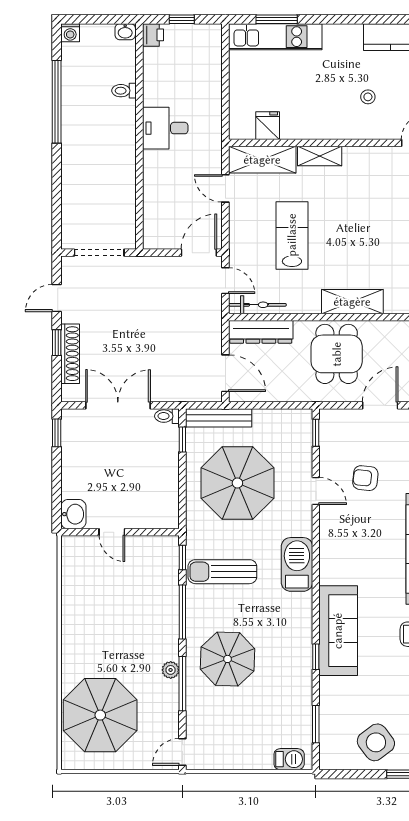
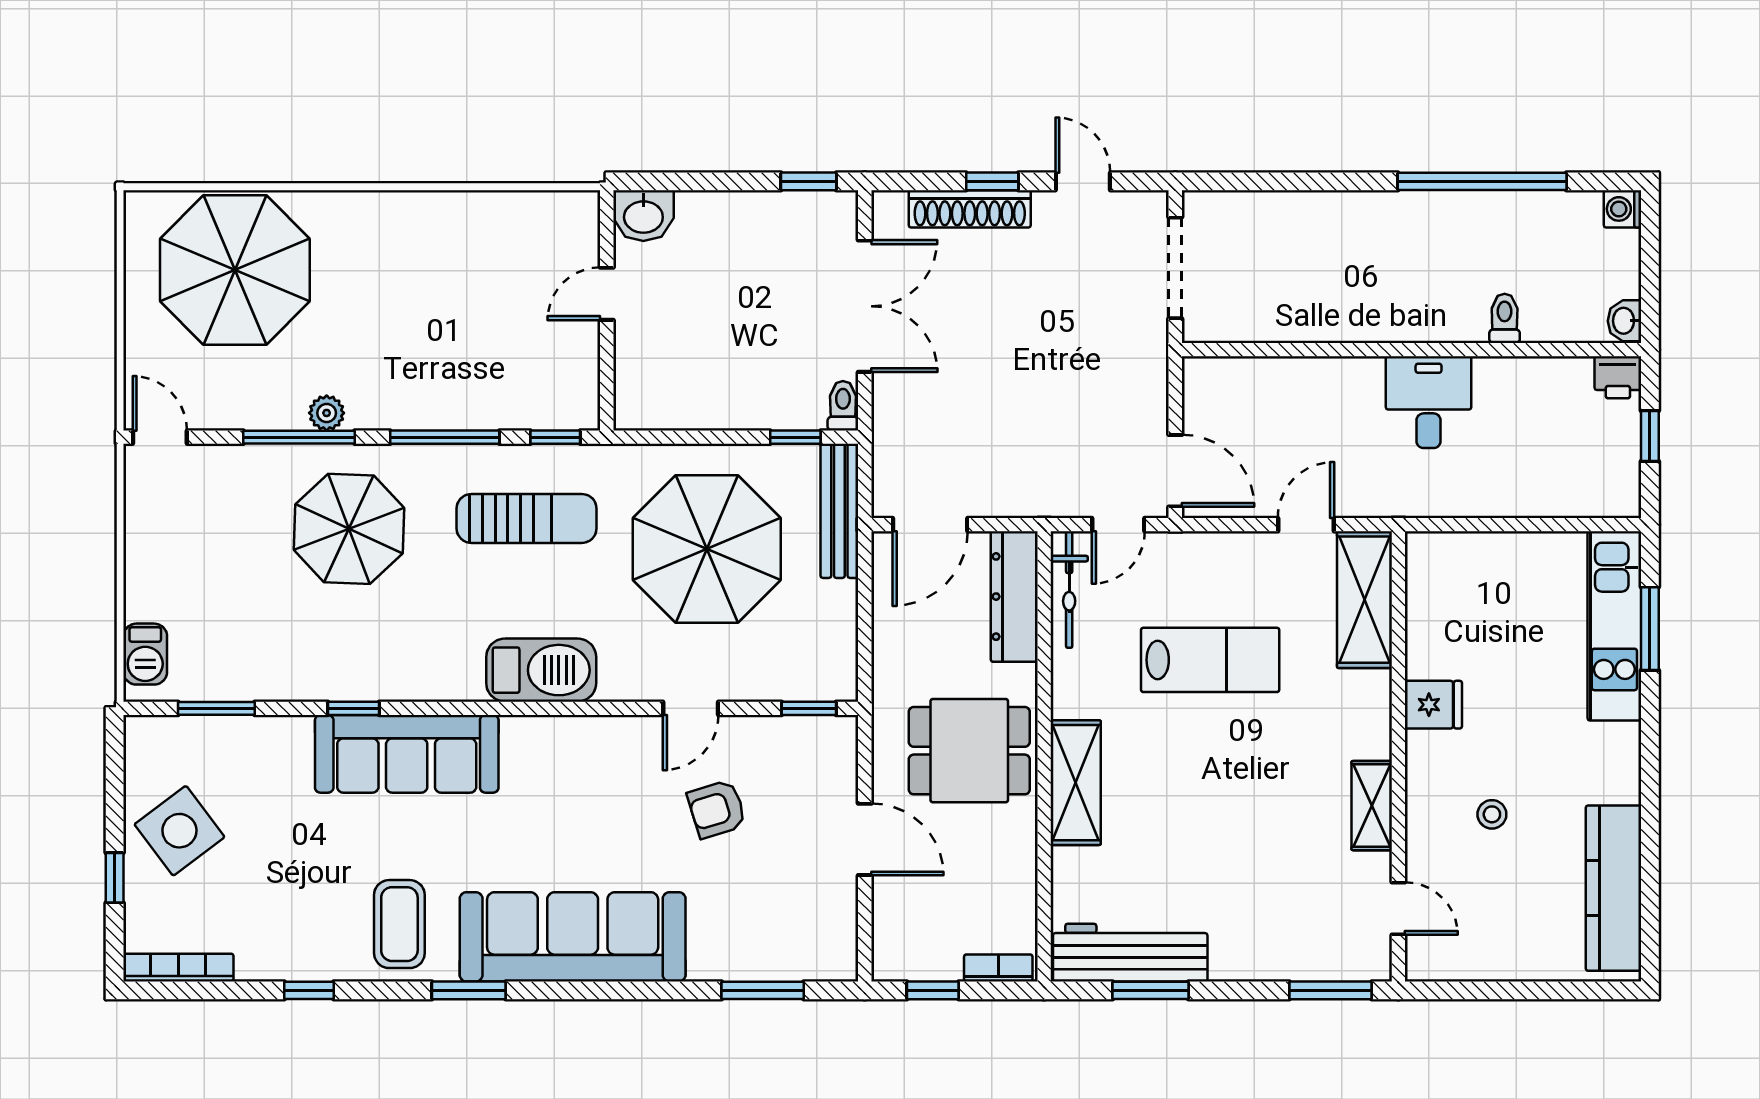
fridge: (268, 126) -> (1433, 705), moved
shelving: (320, 156) -> (1372, 806), moved
armchair: (365, 478) -> (717, 809), turned -113
sun lounger: (222, 572) -> (527, 518), turned 90

